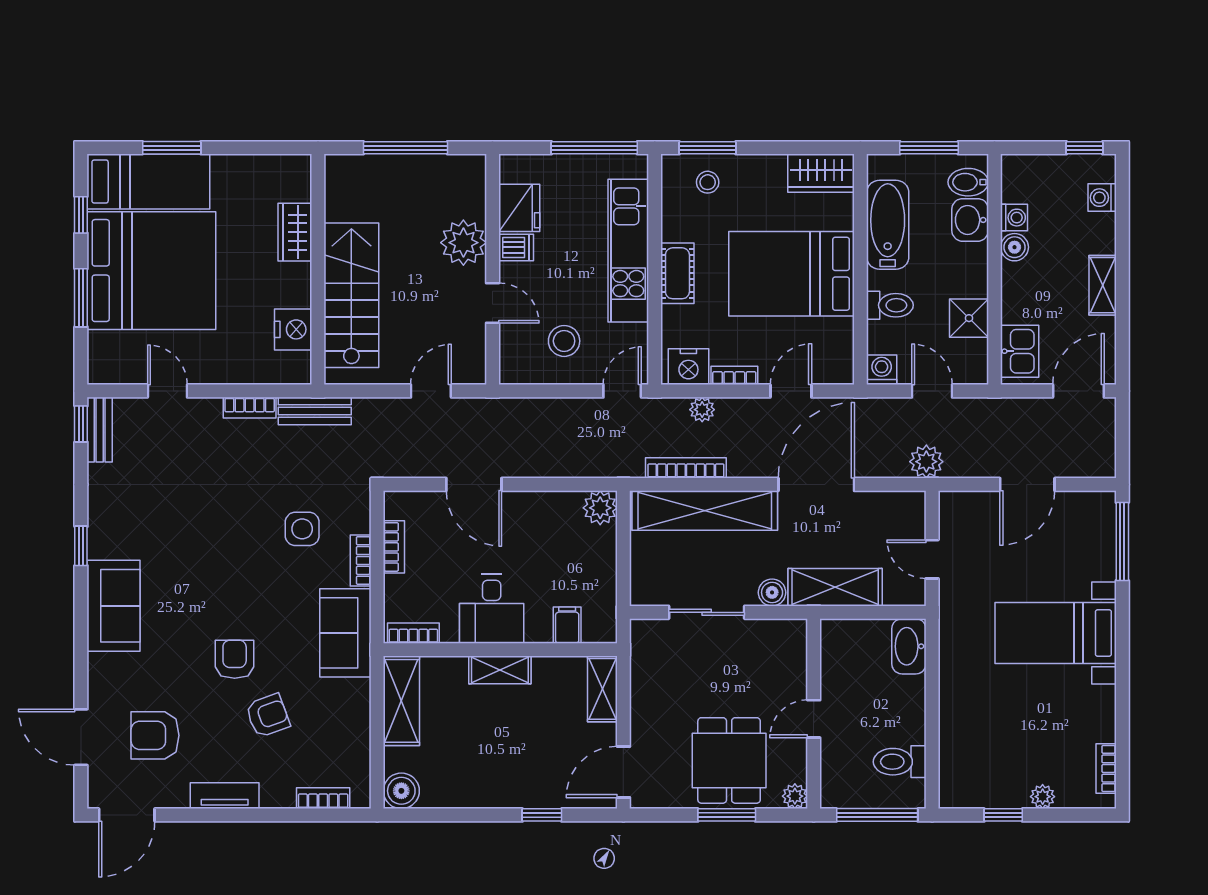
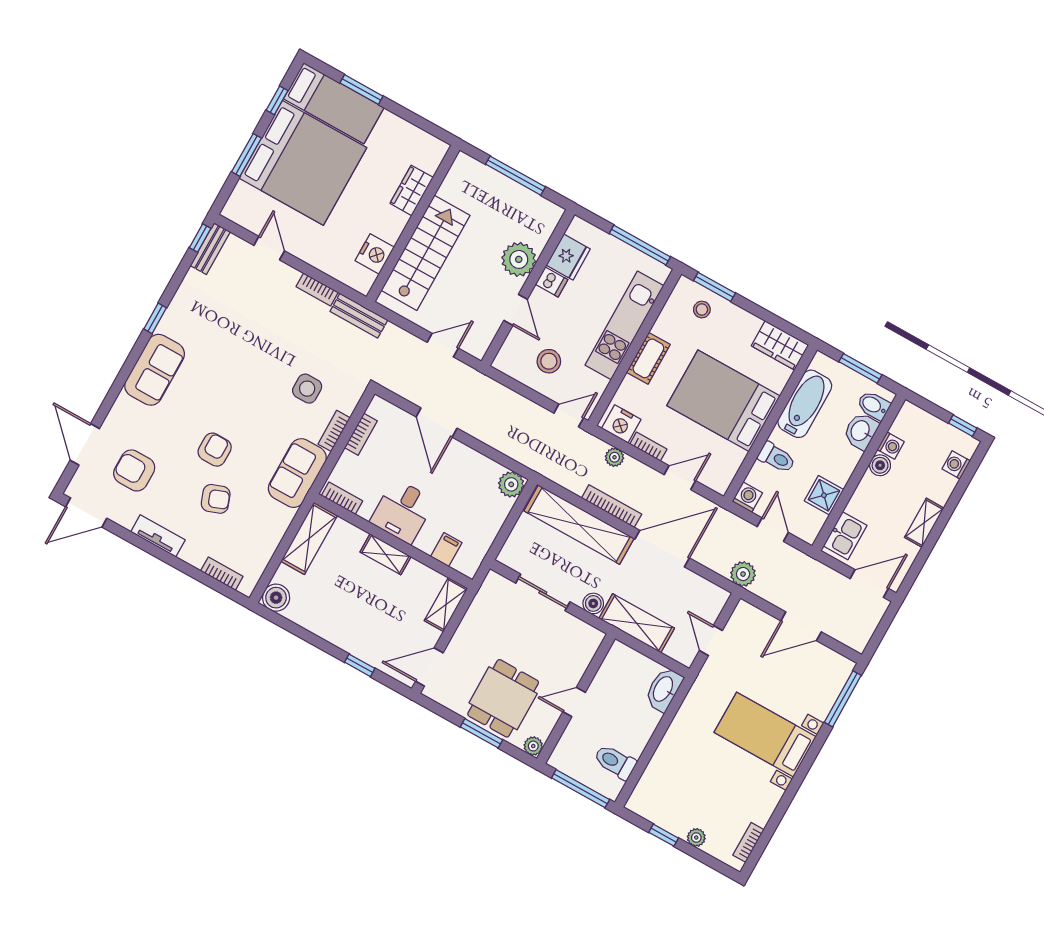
bookcase: (686, 468) -> (612, 506), moved

